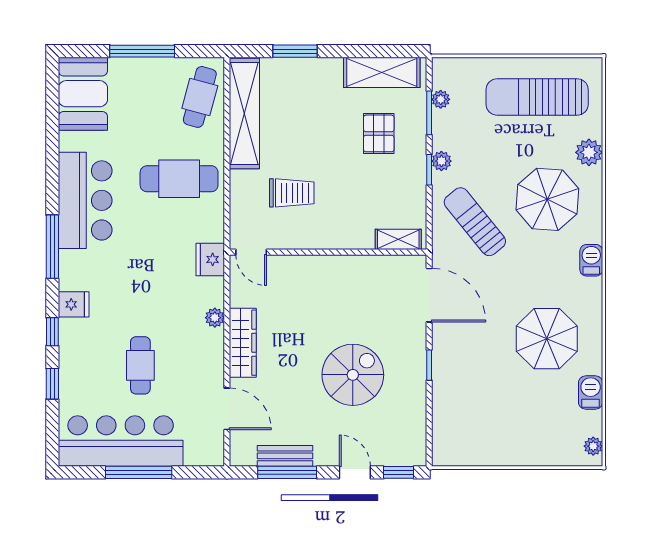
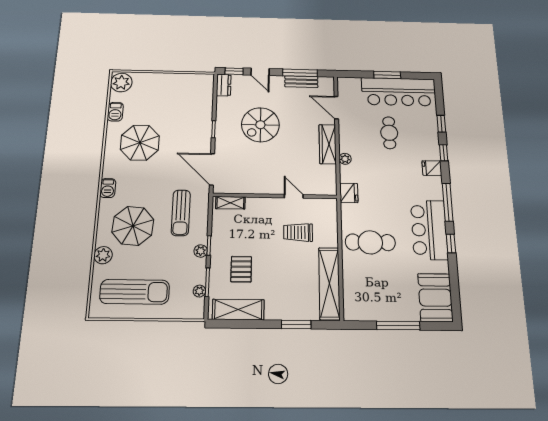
cafe table: (200, 97) -> (359, 295), removed
window: (52, 179) -> (451, 244), added
sun lounger: (475, 222) -> (181, 213), turned 39
door: (251, 252) -> (294, 196), moved
dresser: (415, 446) -> (224, 85), added
plant: (593, 446) -> (121, 83), width x1.88, depth x1.88
window: (139, 472) -> (387, 75), width x0.69

